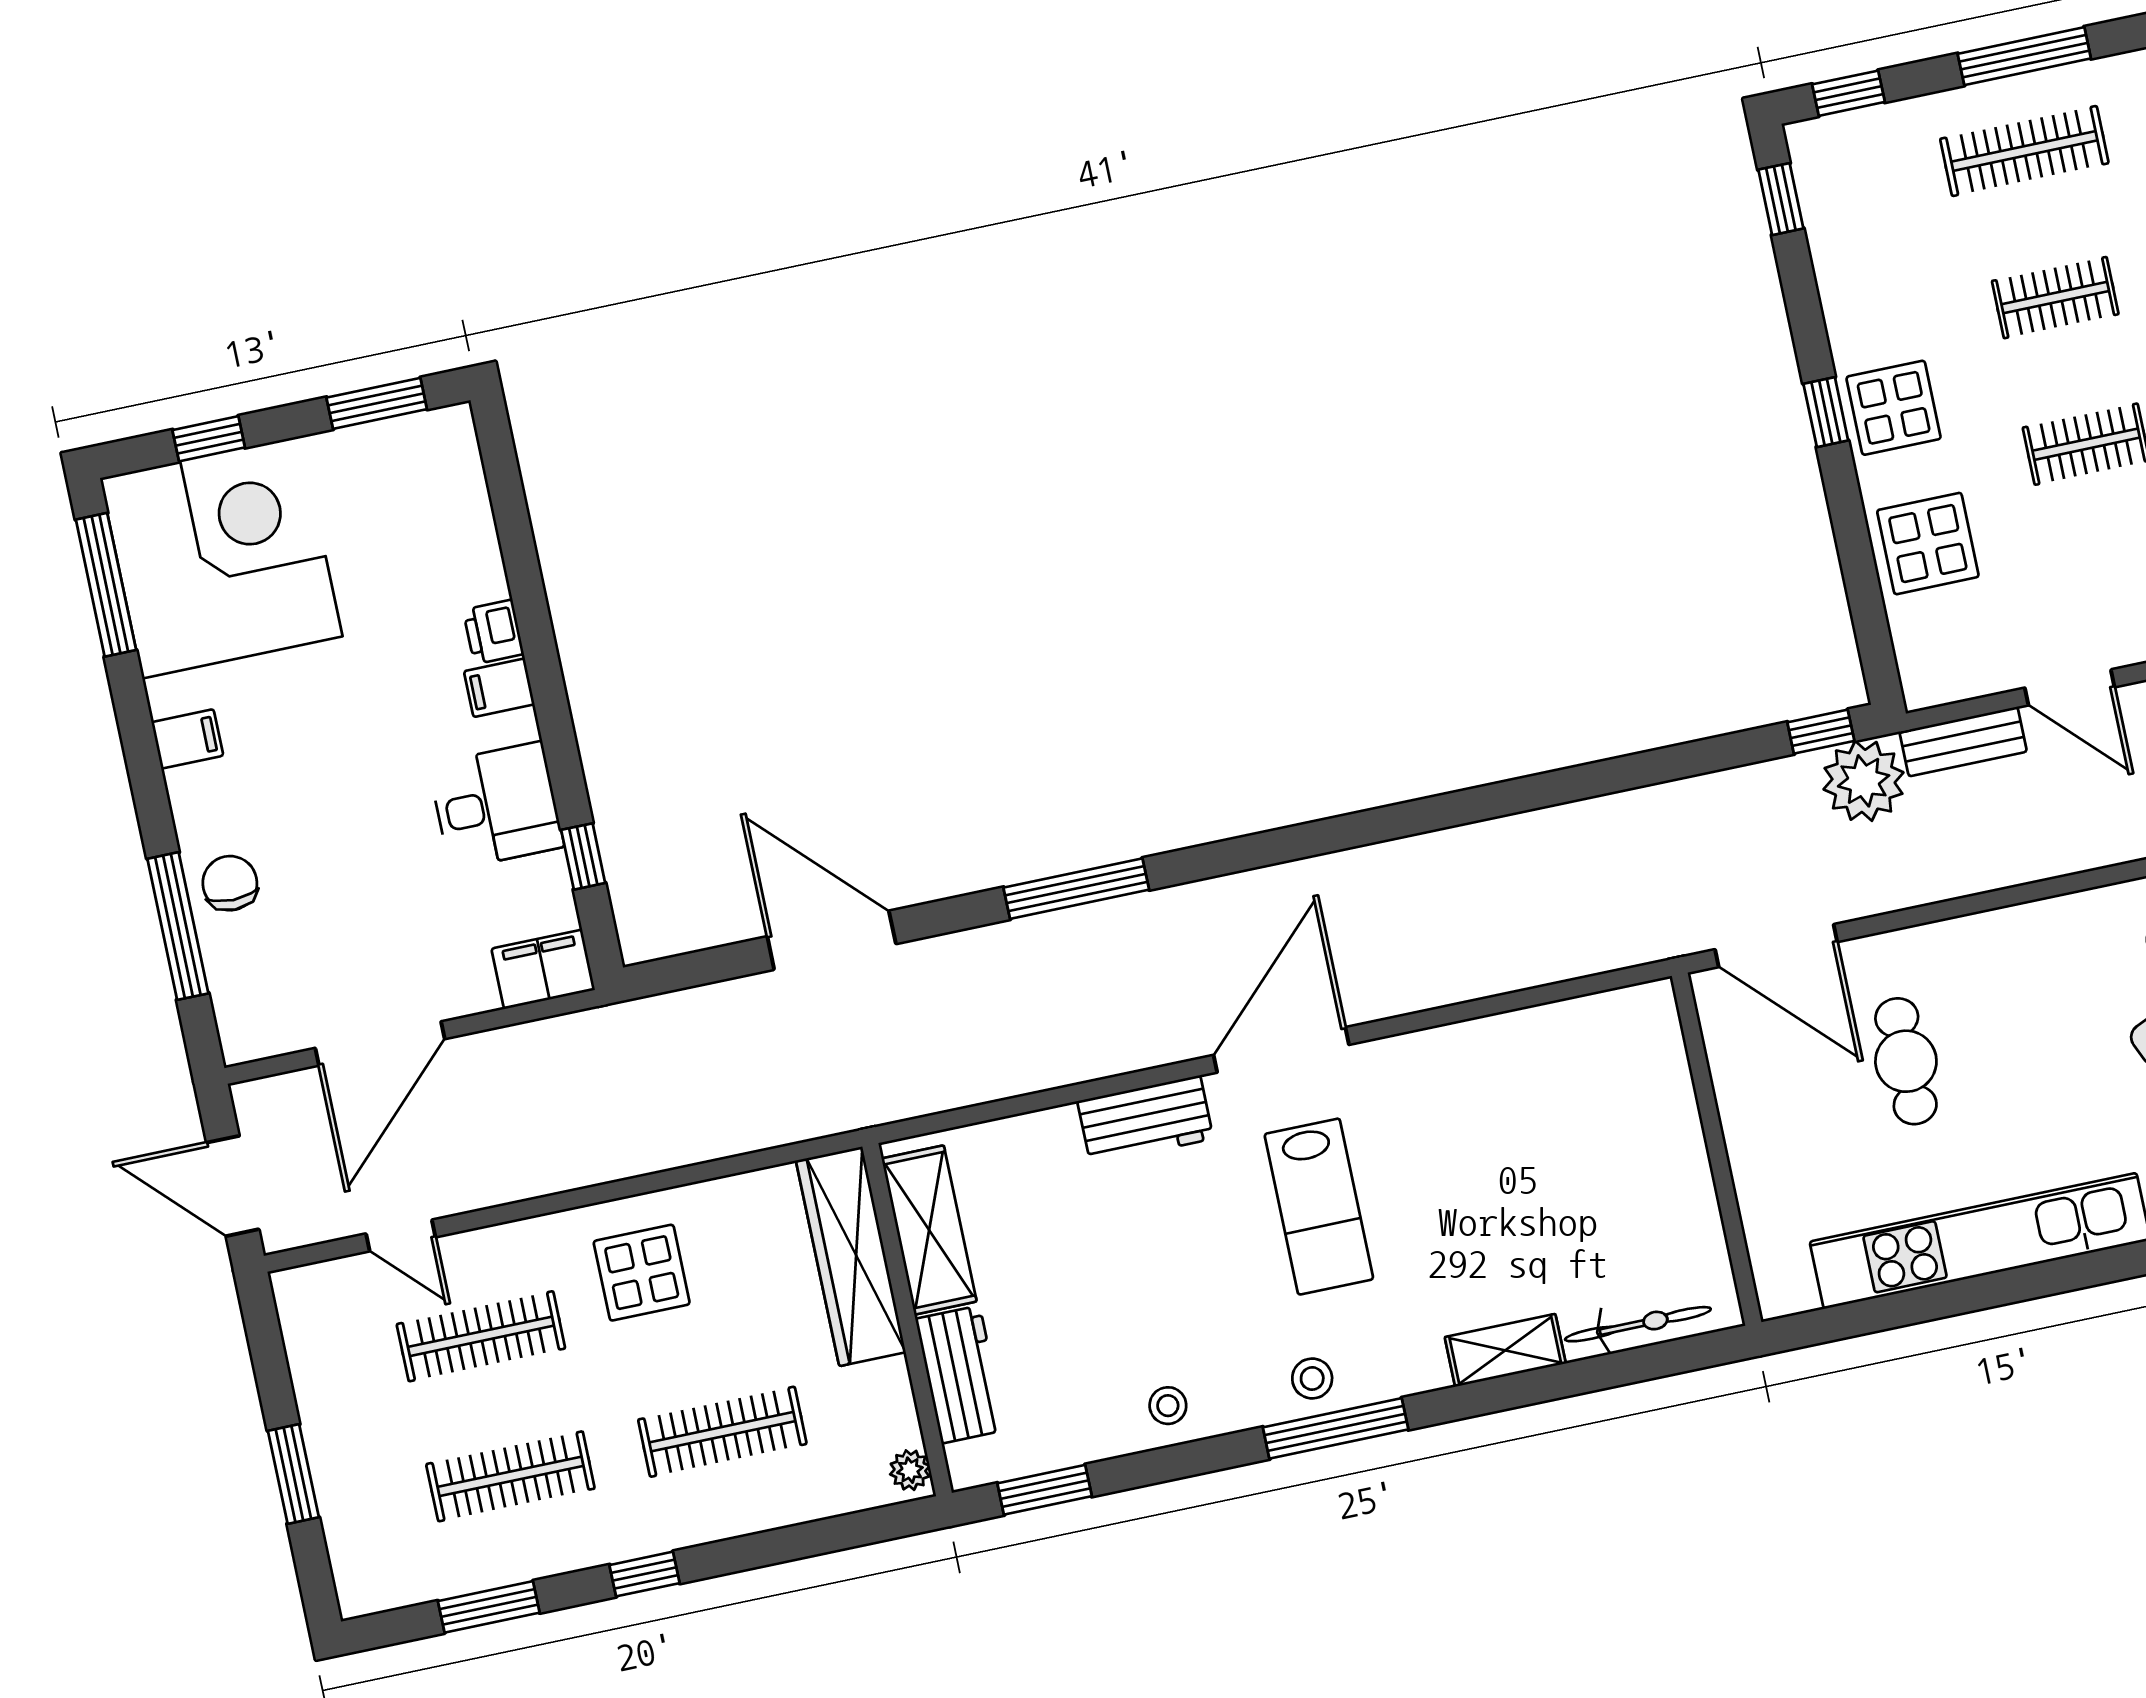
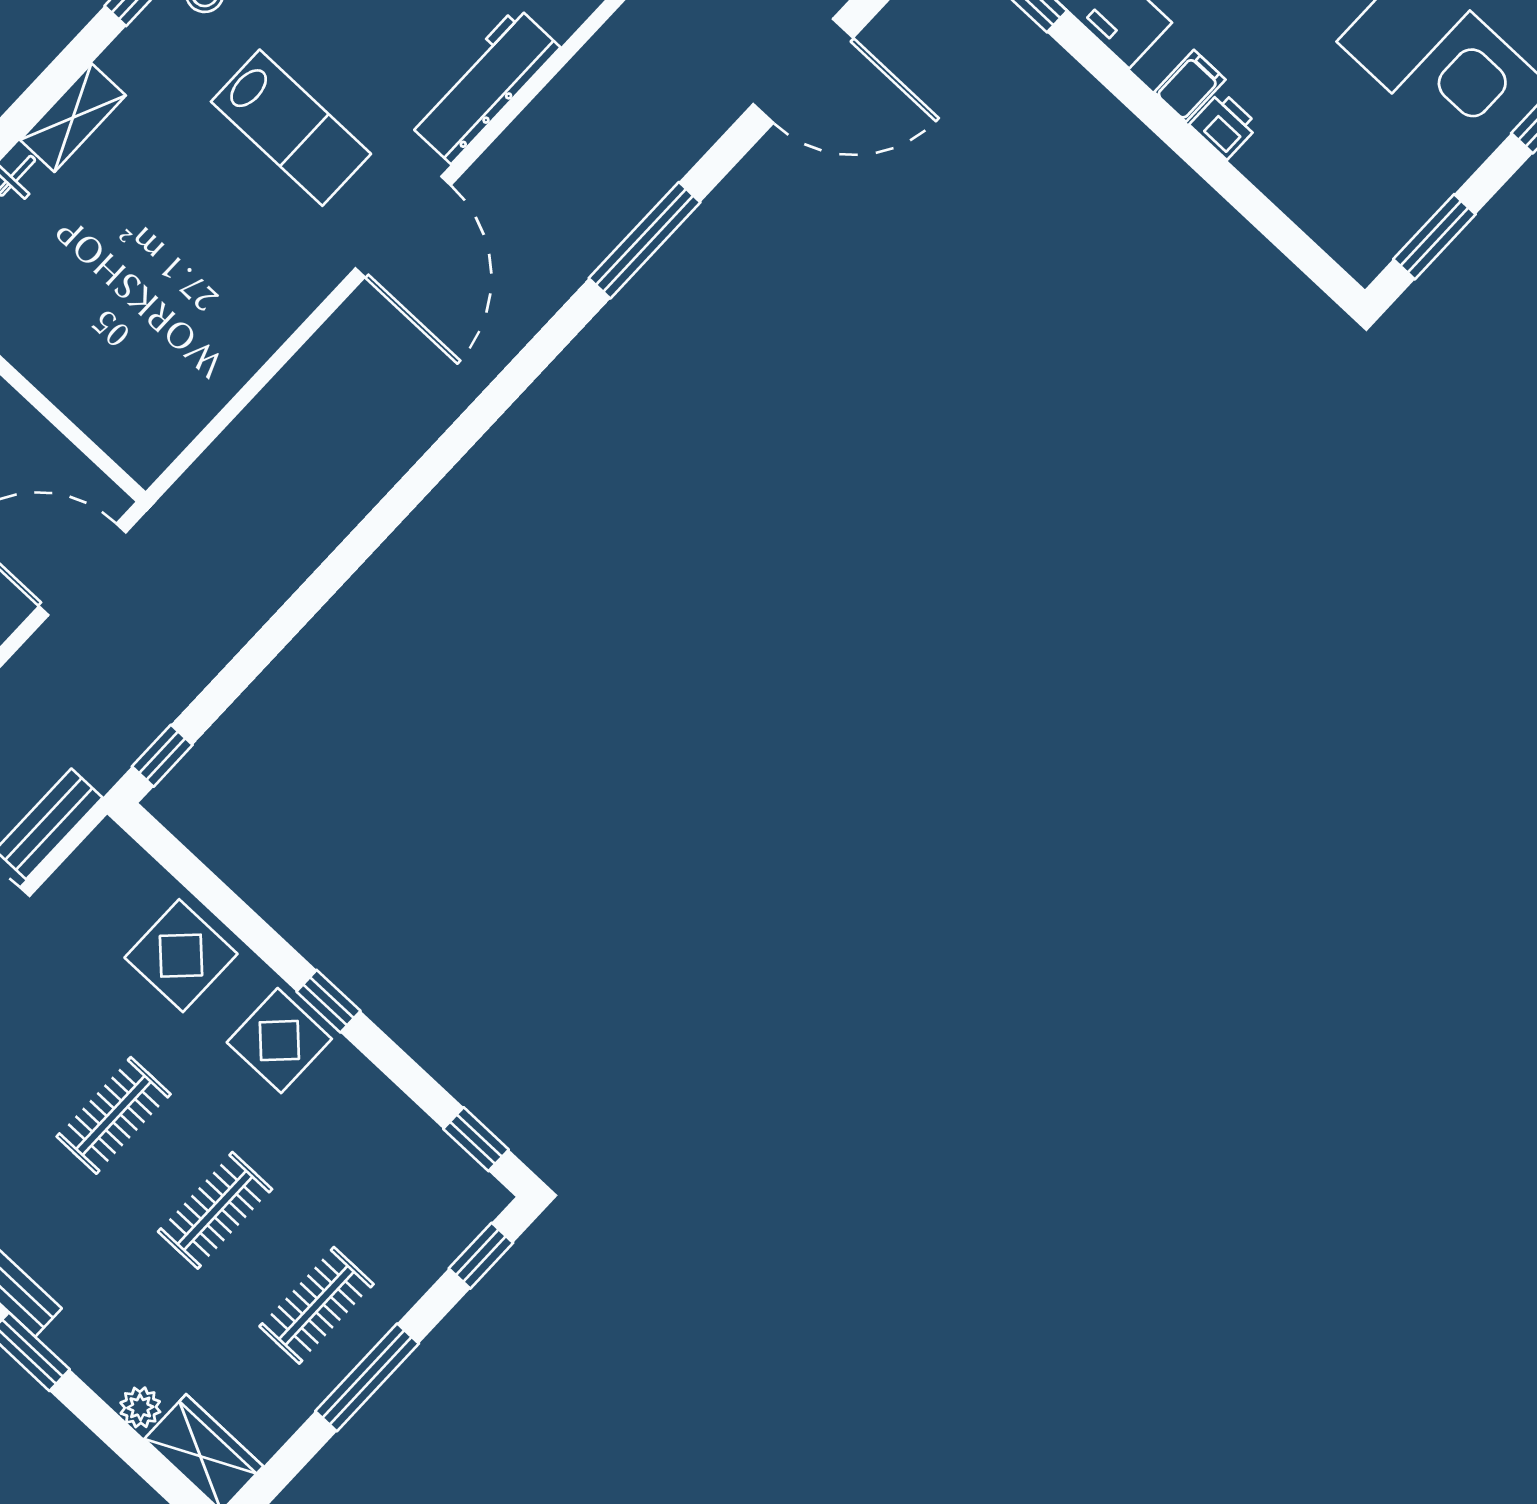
clothes rail: (2024, 151) -> (317, 1305), width x0.73
plant: (1864, 781) -> (104, 741), removed
workbench: (1145, 1120) -> (484, 85), width x1.37
lab bench: (1319, 1207) -> (291, 128), turned 180

